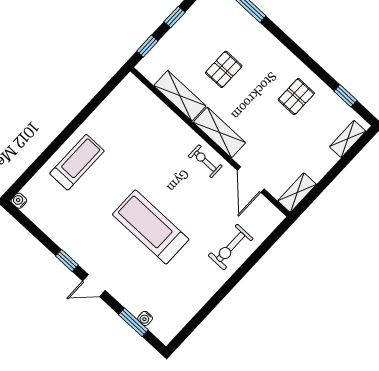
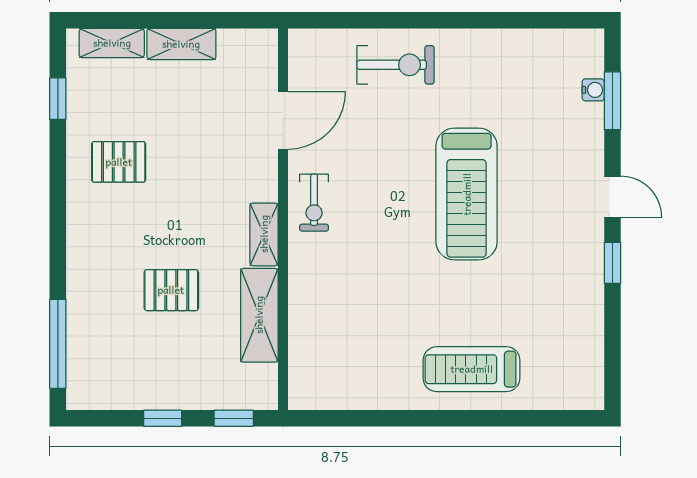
shelving: (219, 133) -> (264, 234), width x0.67, depth x0.75
shelving: (297, 193) -> (181, 44), moved
water cooler: (19, 201) -> (593, 398), removed

